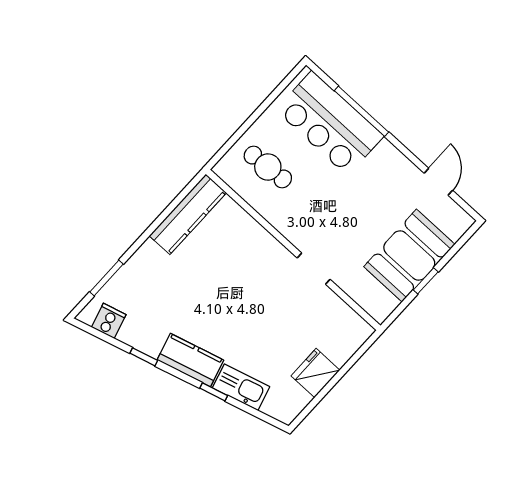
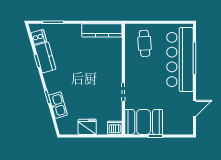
bar counter: (330, 123) -> (180, 60), width x1.36
booth: (409, 256) -> (144, 122), moved
dishwasher: (356, 332) -> (115, 128), added
kitchen counter: (190, 360) -> (45, 57), moved

